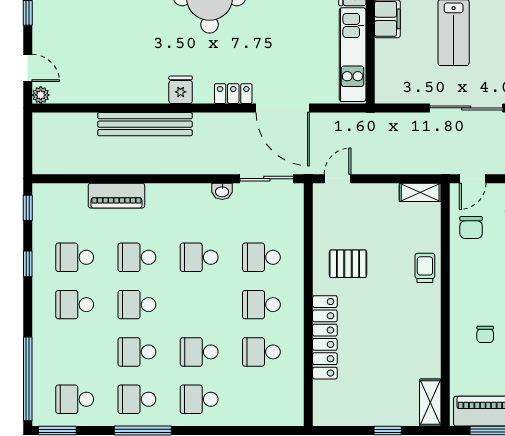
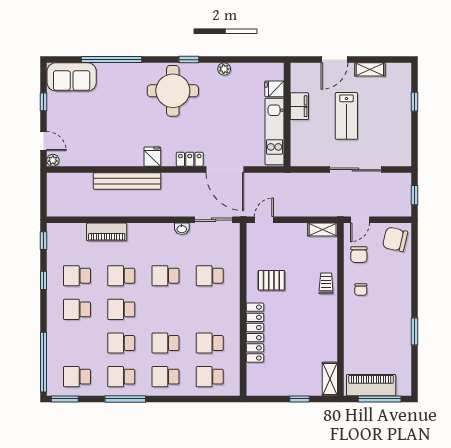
school desk: (261, 305) -> (210, 377), moved
chair: (485, 334) -> (361, 290), moved

